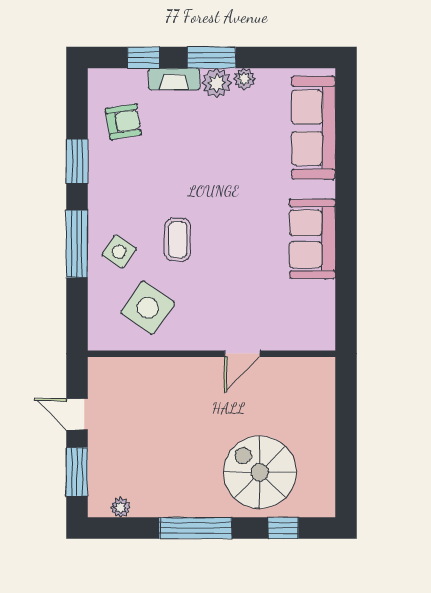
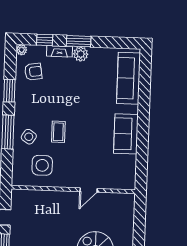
plant: (244, 79) -> (22, 50), moved
side table: (148, 308) -> (42, 165), turned -35

